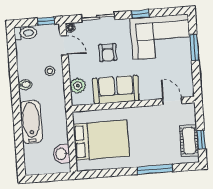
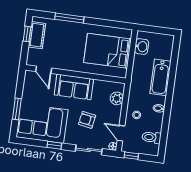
toilet: (25, 33) -> (151, 137), moved
armchair: (108, 53) -> (87, 120), turned -80
sofa: (116, 90) -> (74, 87), moved

